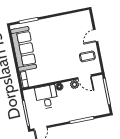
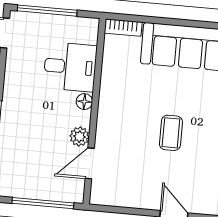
coffee table: (87, 56) -> (171, 133), moved

